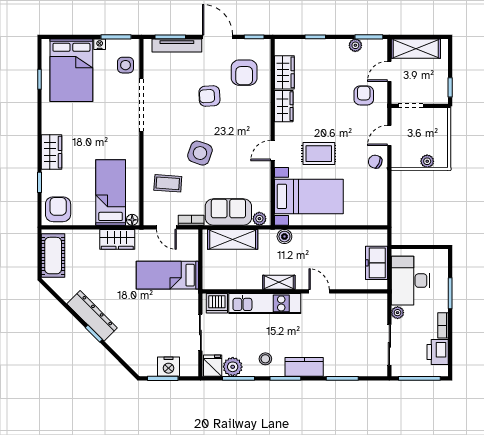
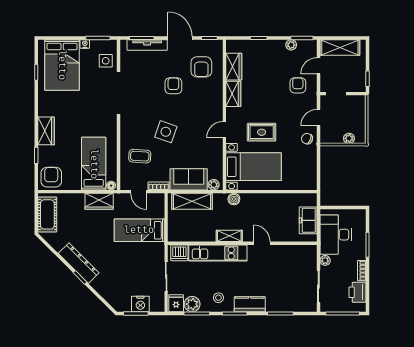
armchair: (209, 96) -> (173, 86), turned 93

